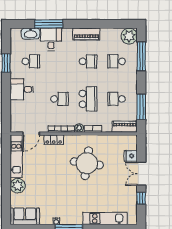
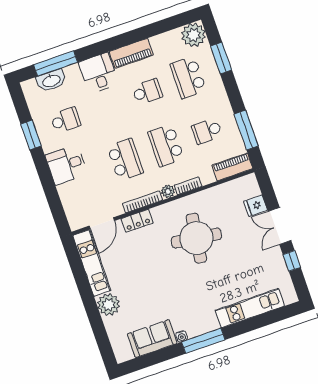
window: (49, 24) -> (56, 63), moved
desk: (51, 39) -> (99, 73), moved
window: (141, 56) -> (221, 58), width x0.69
school desk: (117, 61) -> (188, 77), width x1.85
school desk: (59, 99) -> (125, 160), width x1.85
school desk: (88, 99) -> (166, 145), turned 180
sofa: (25, 216) -> (152, 339), moved

